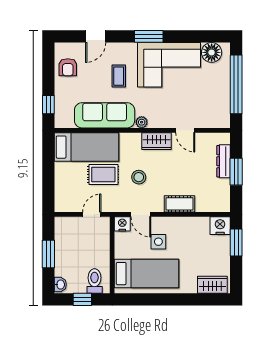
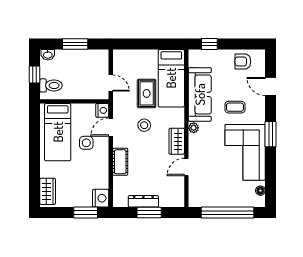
floor lamp: (212, 52) -> (260, 191), width x0.53, depth x0.53
dresser: (224, 161) -> (143, 201), moved

